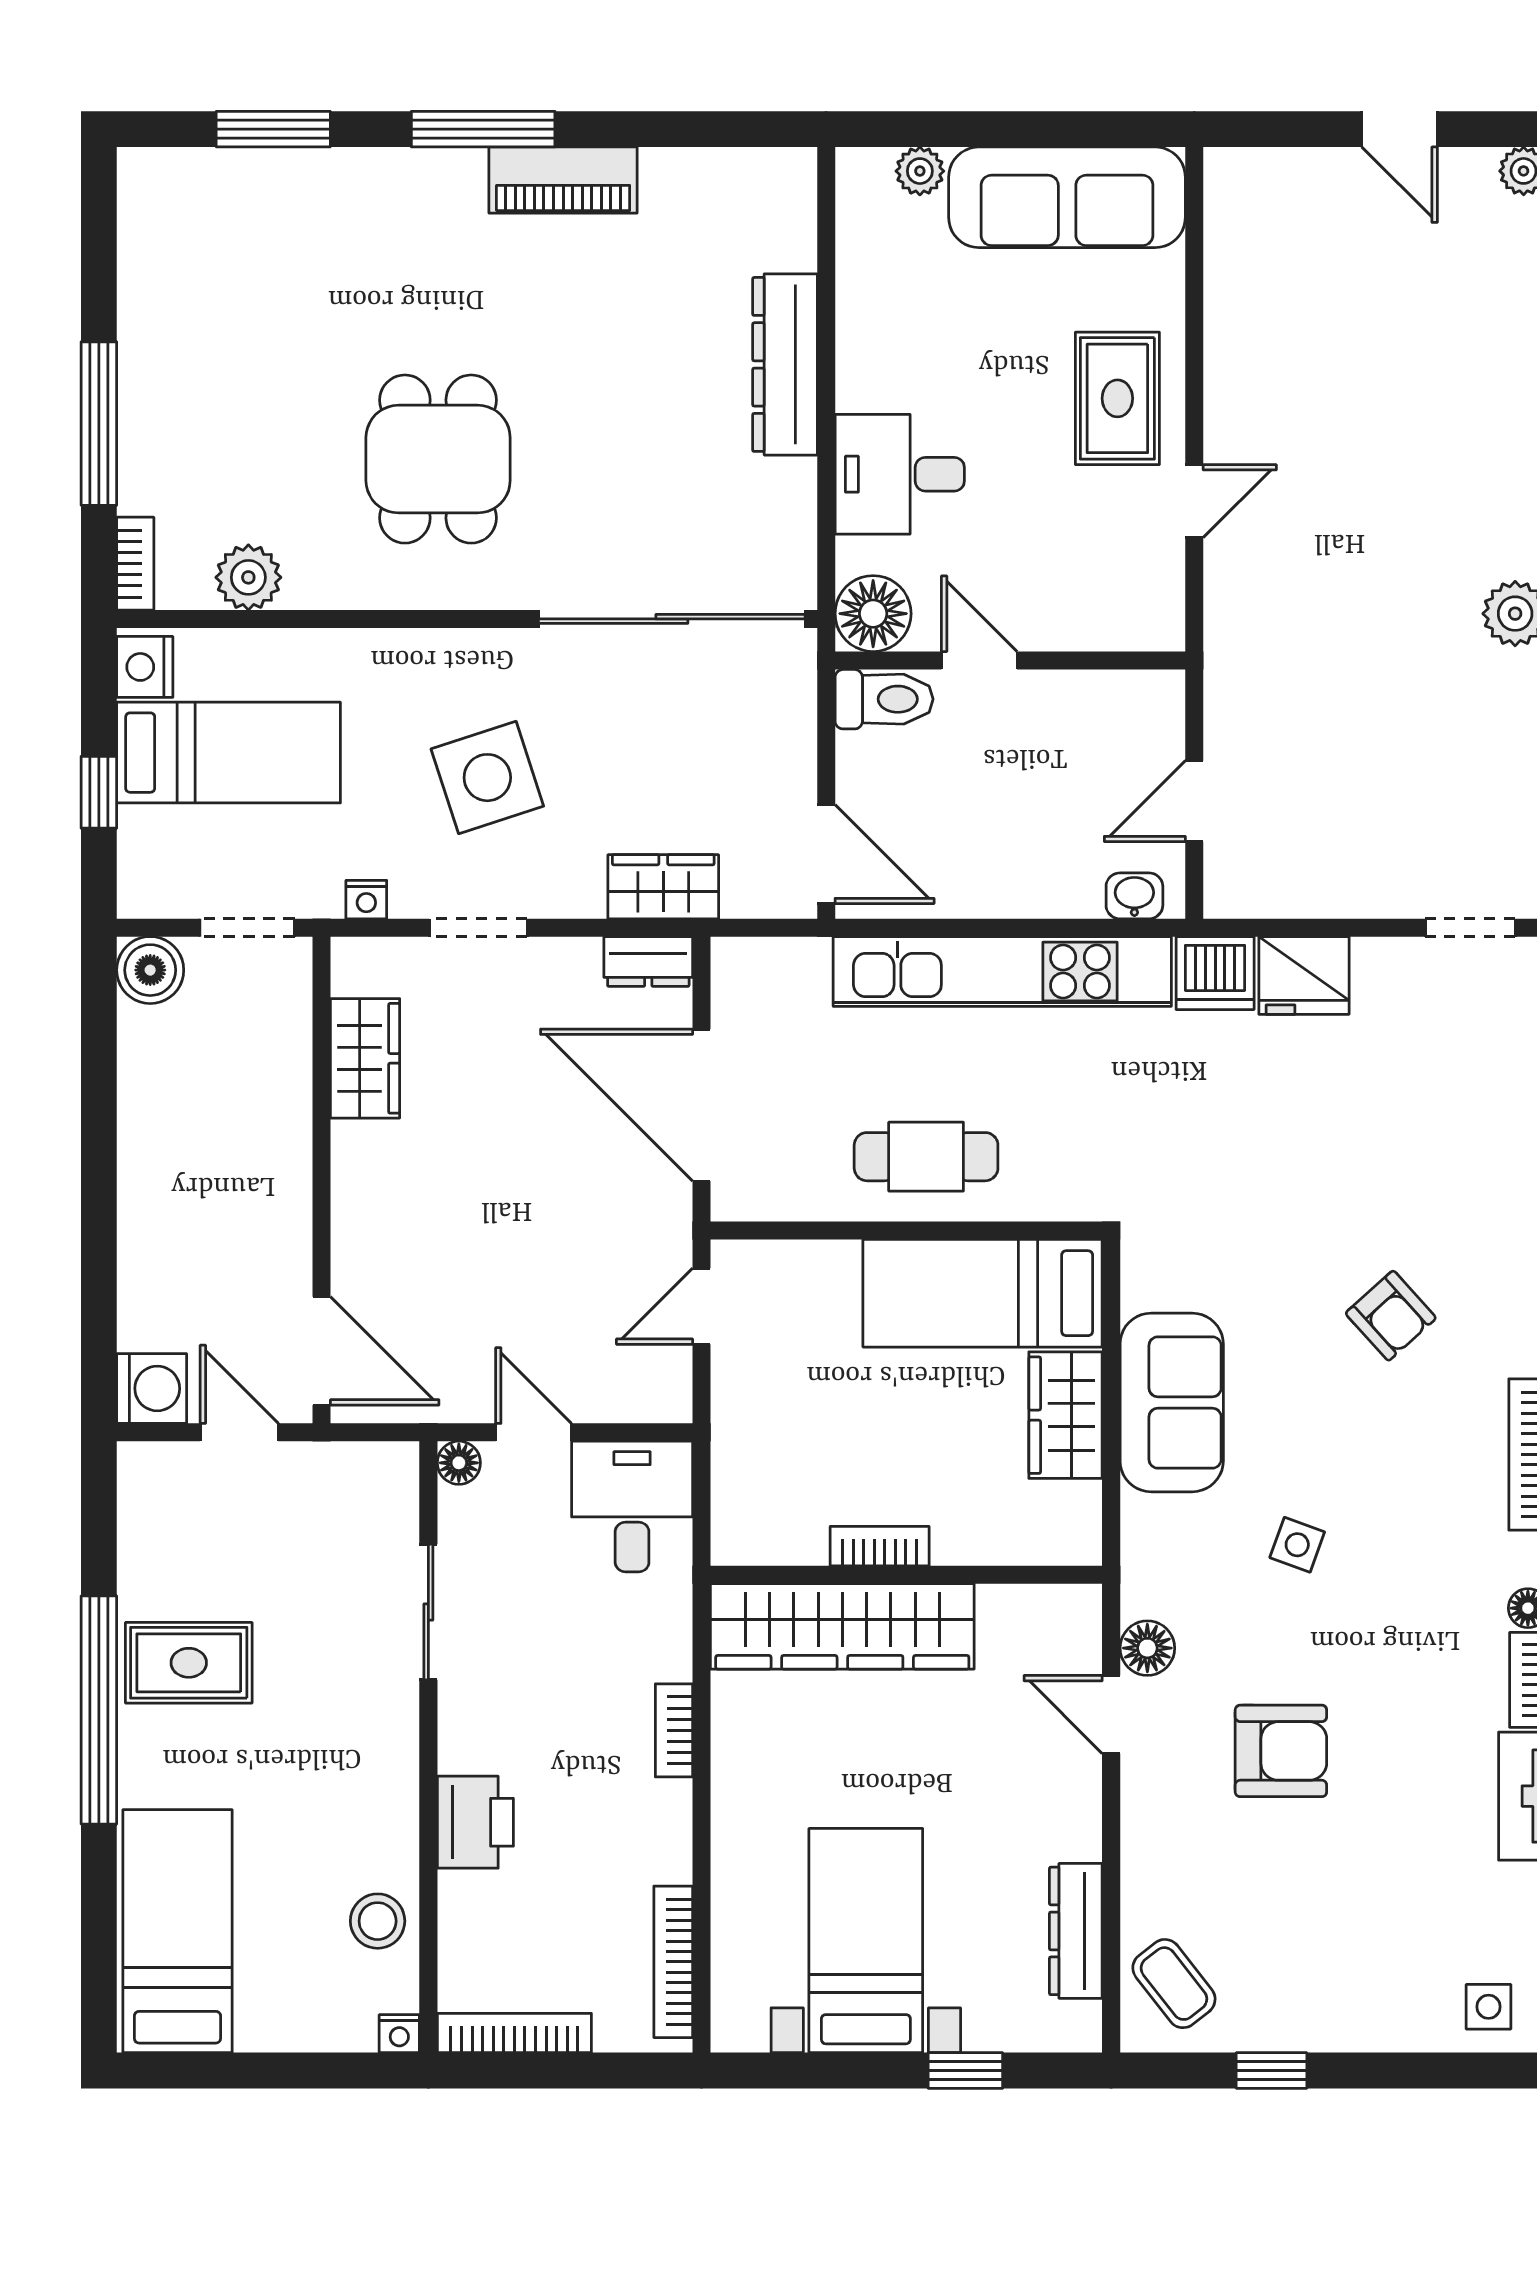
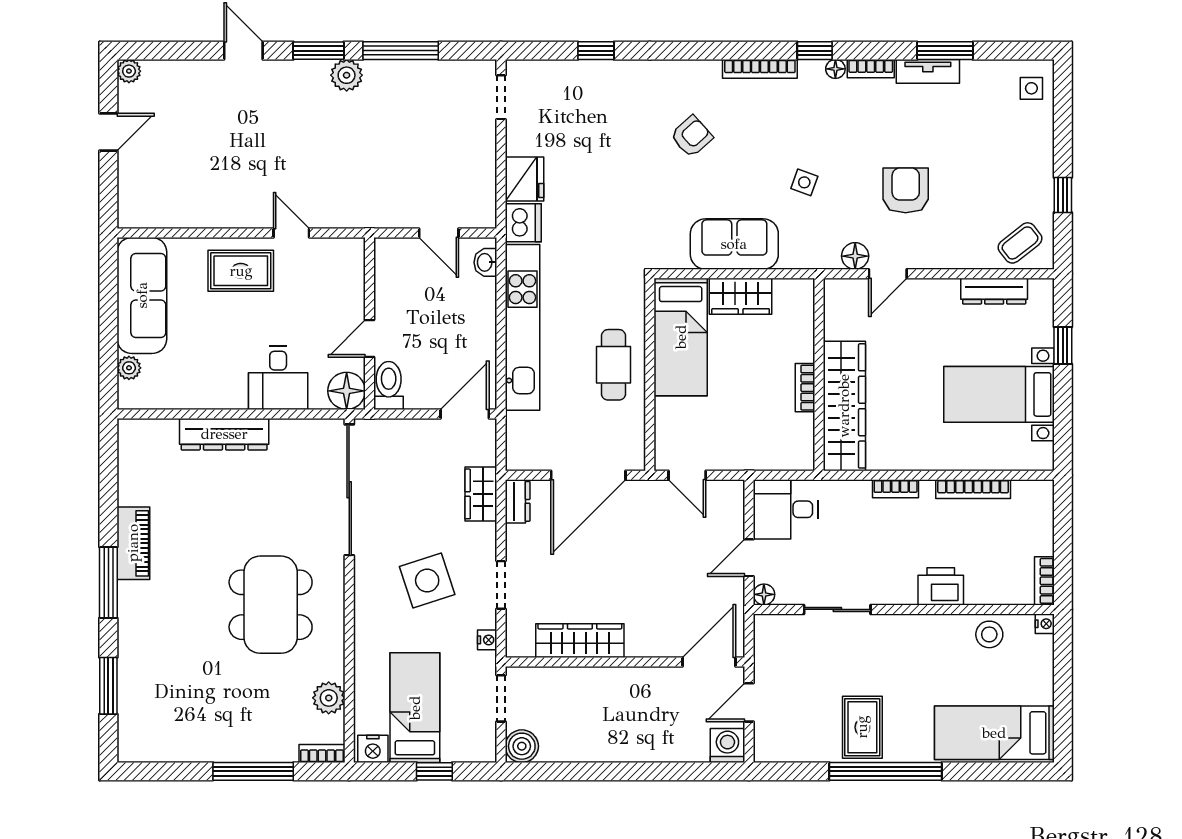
dining table: (438, 459) -> (271, 605), width x1.38
wardrobe: (365, 1058) -> (580, 641), width x1.50
bookcase: (673, 1962) -> (973, 489), moved
bookcase: (514, 2033) -> (1044, 581), width x0.64

